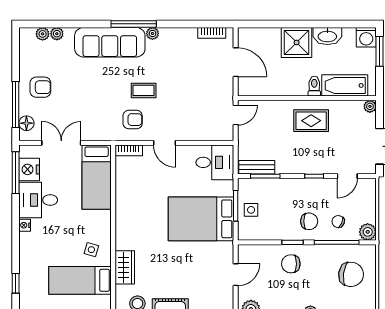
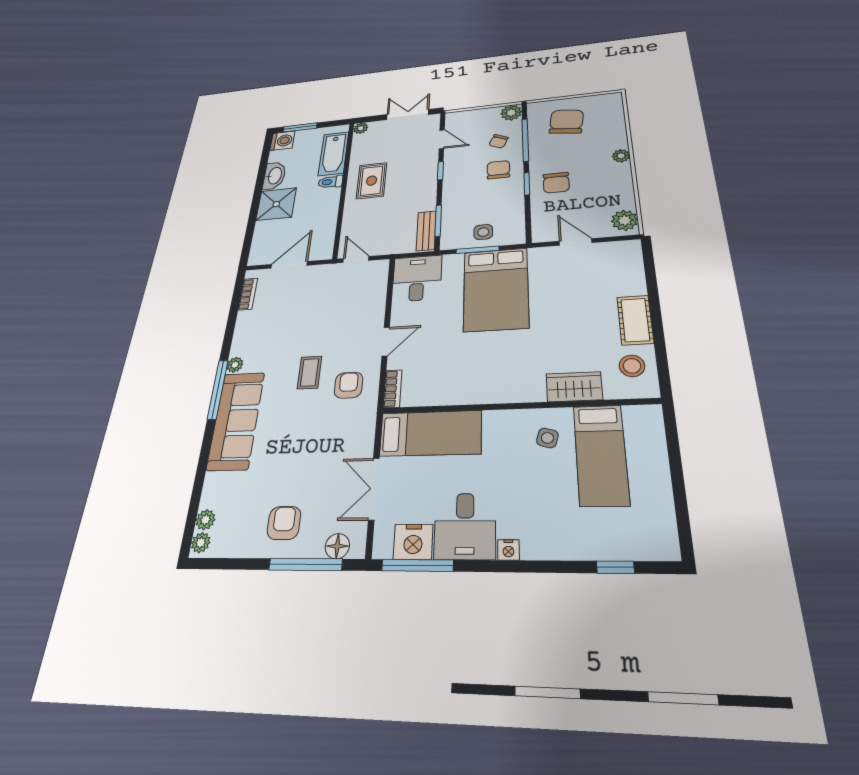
plant: (57, 34) -> (201, 543), moved

